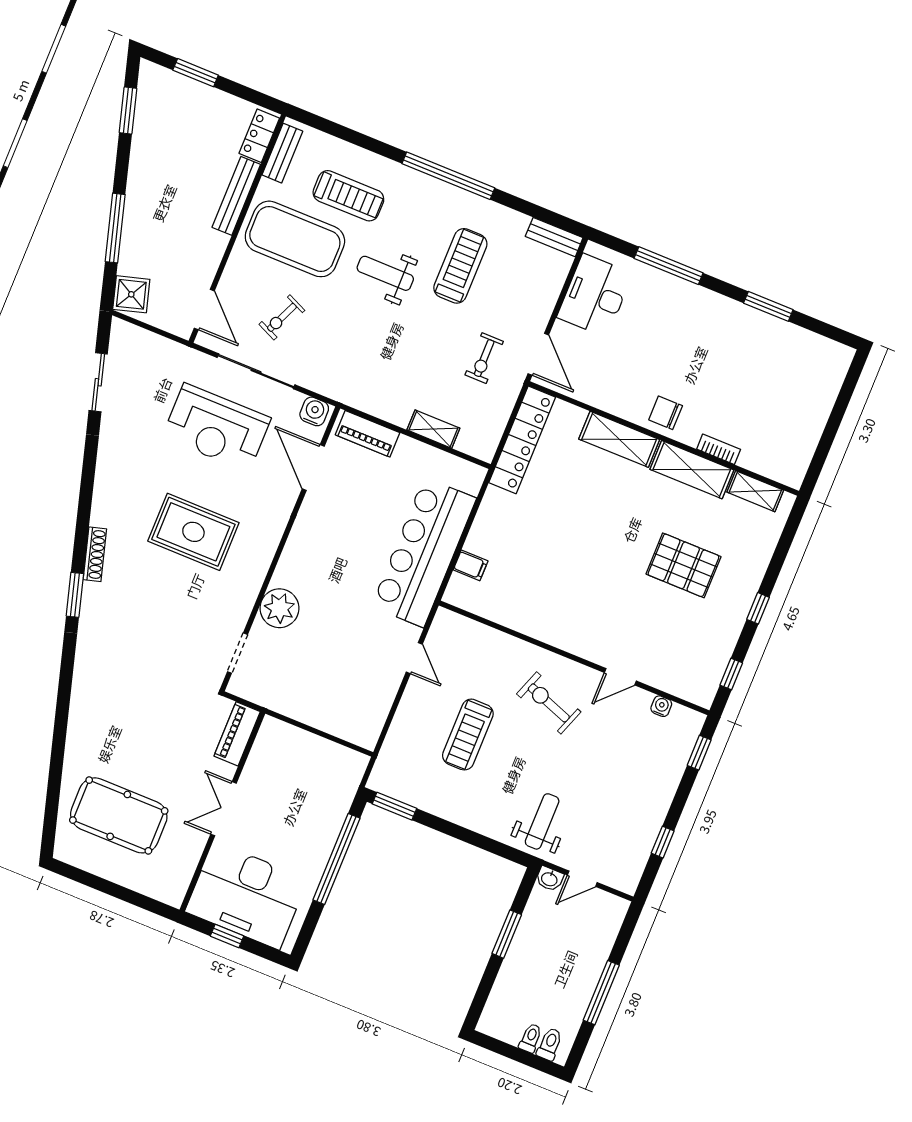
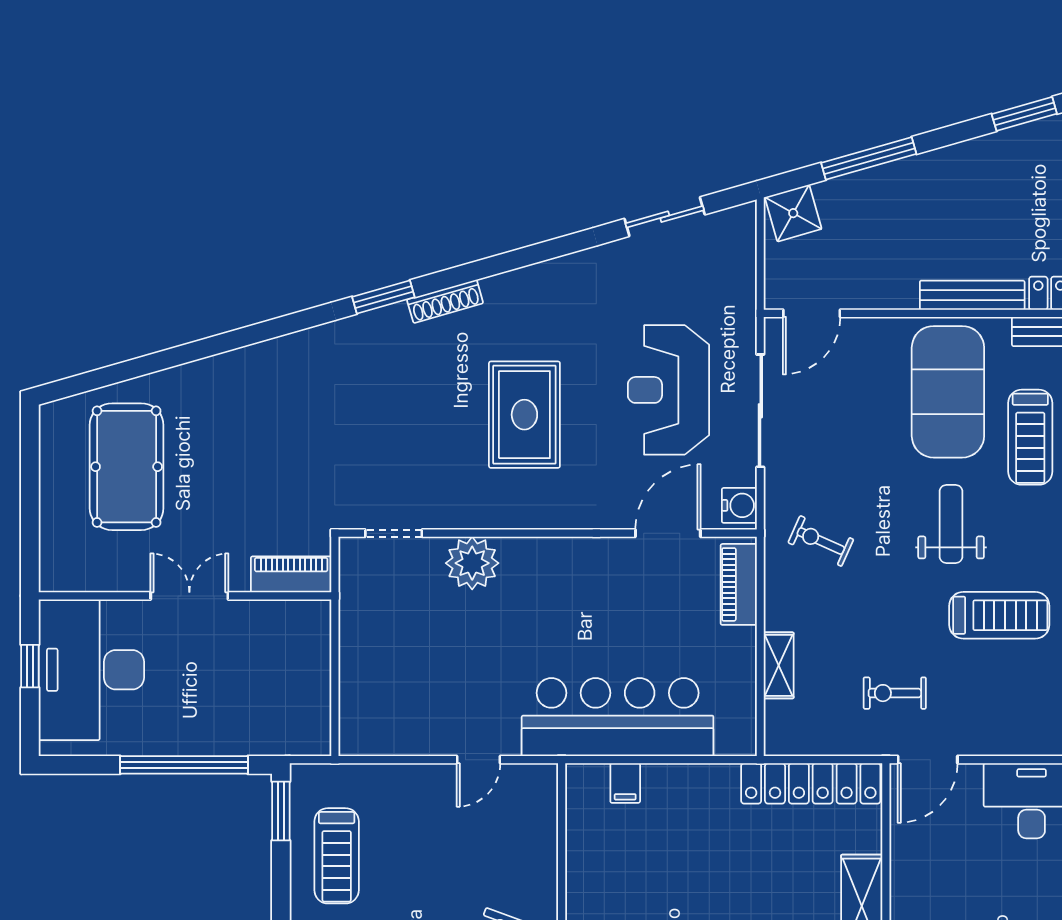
exercise bike: (282, 317) -> (821, 541), moved
treadmill: (468, 735) -> (337, 856), moved, turned -90

